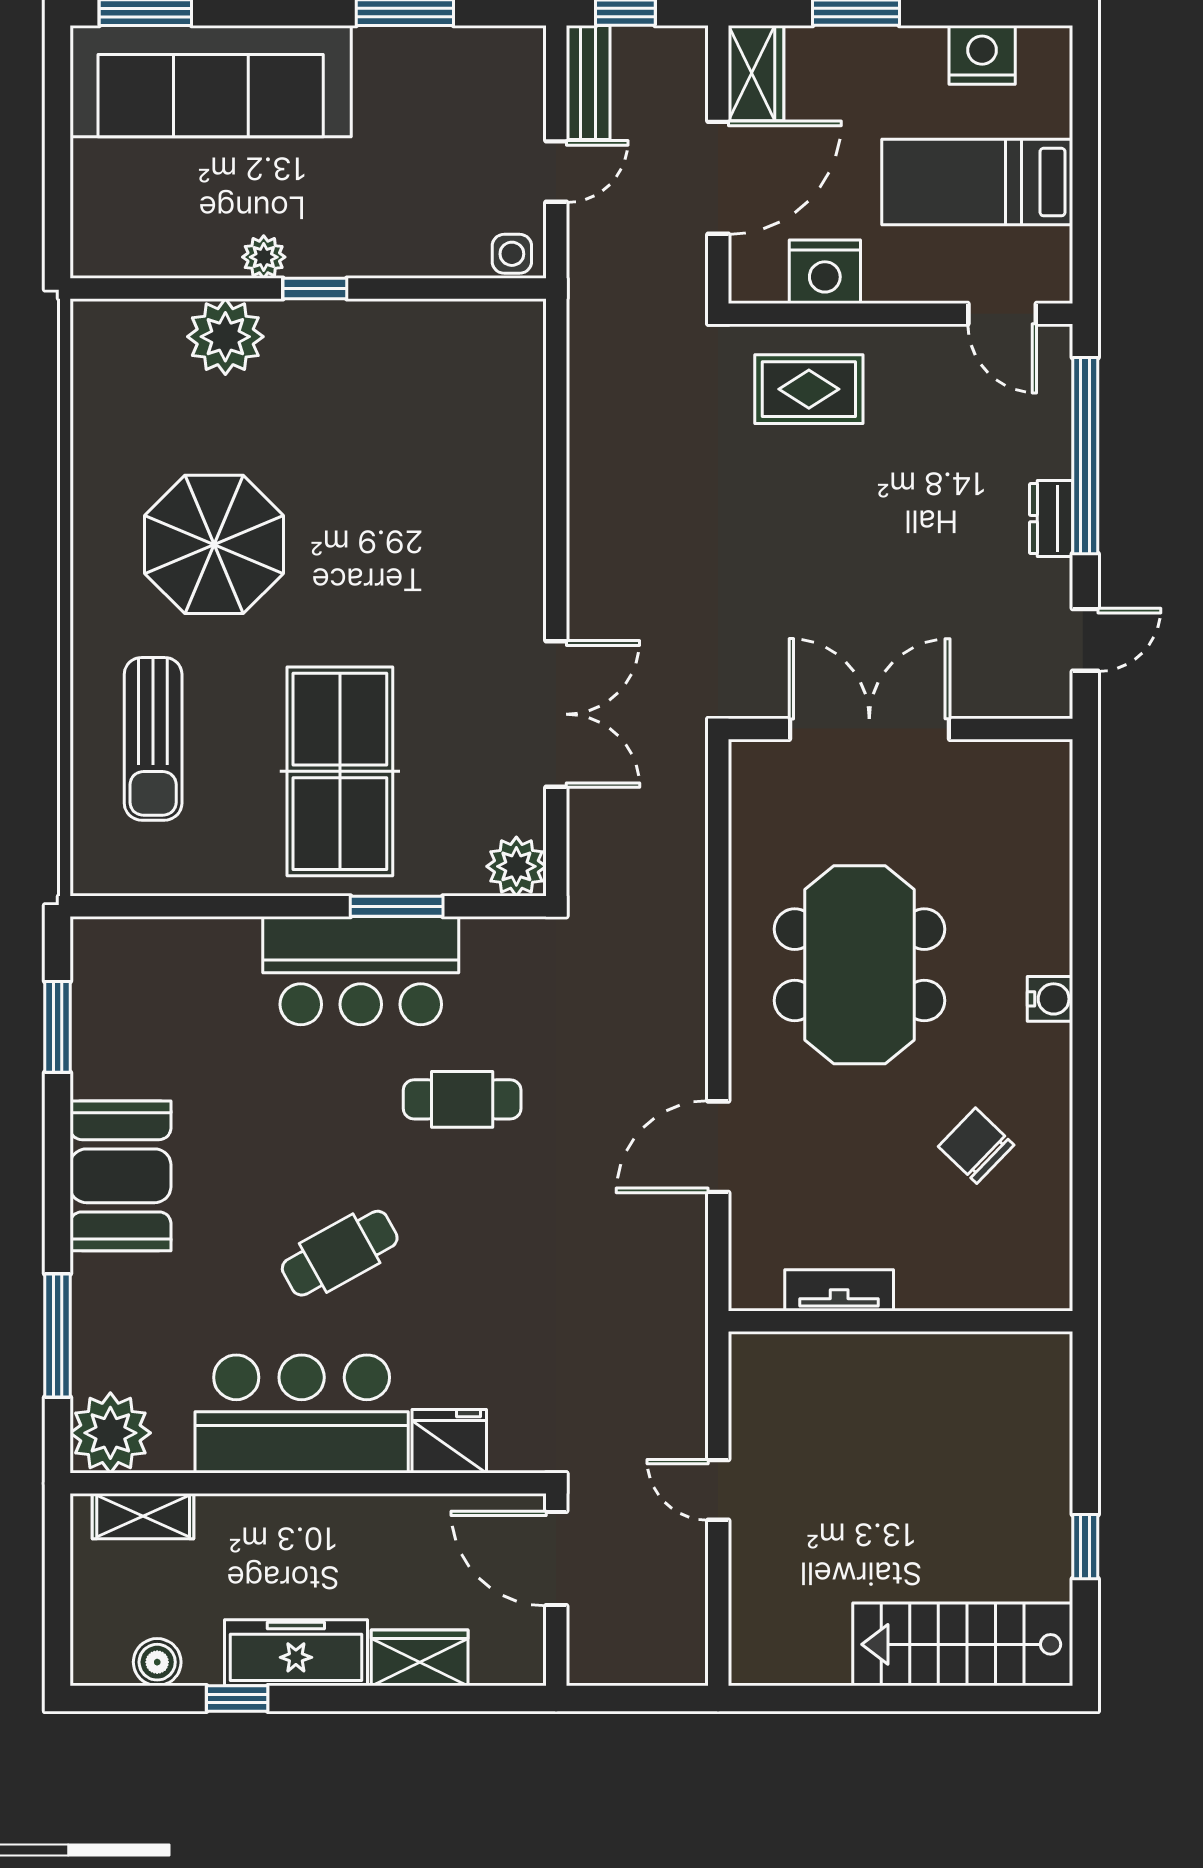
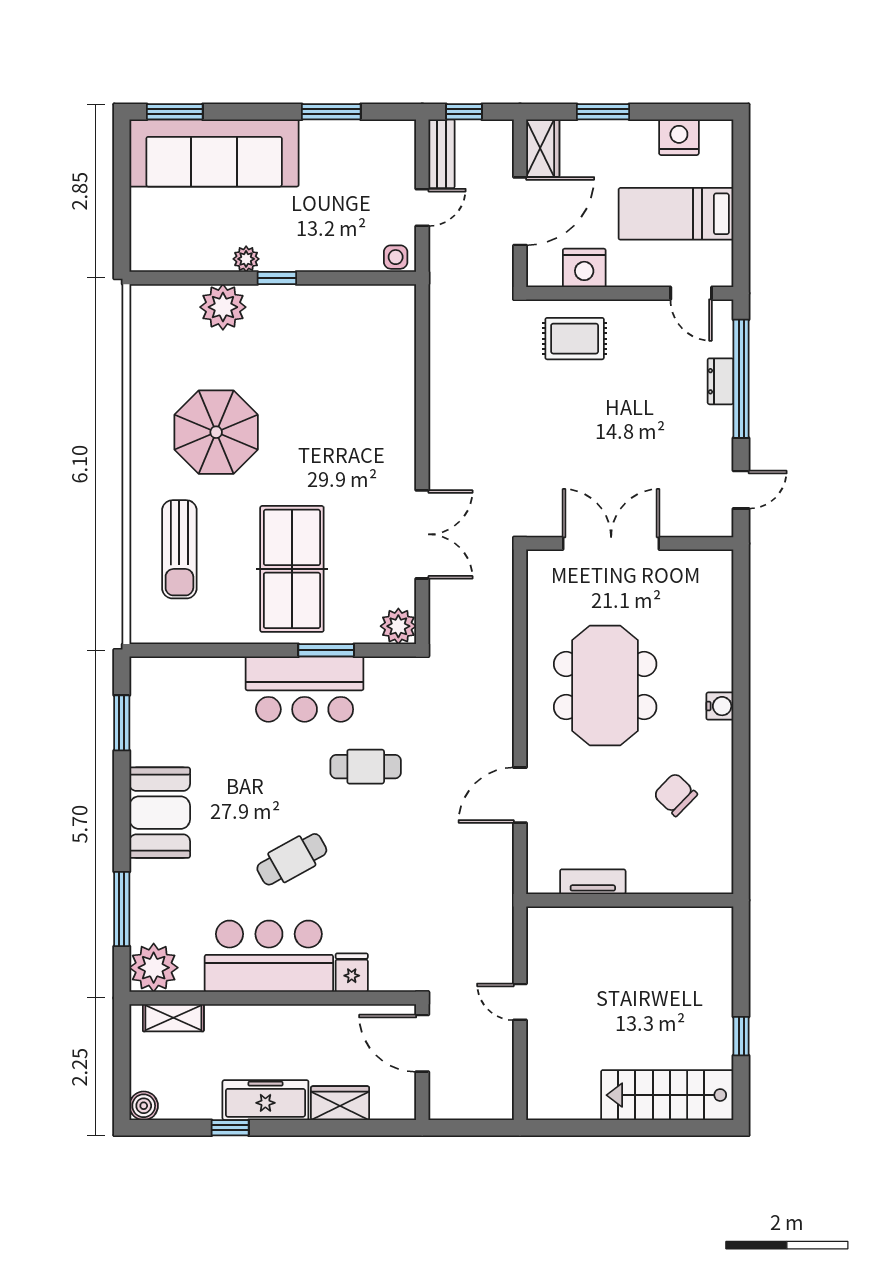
dresser: (1051, 519) -> (721, 381), moved
fridge: (449, 1441) -> (352, 973), width x0.72
boiler: (157, 1662) -> (144, 1106), moved

